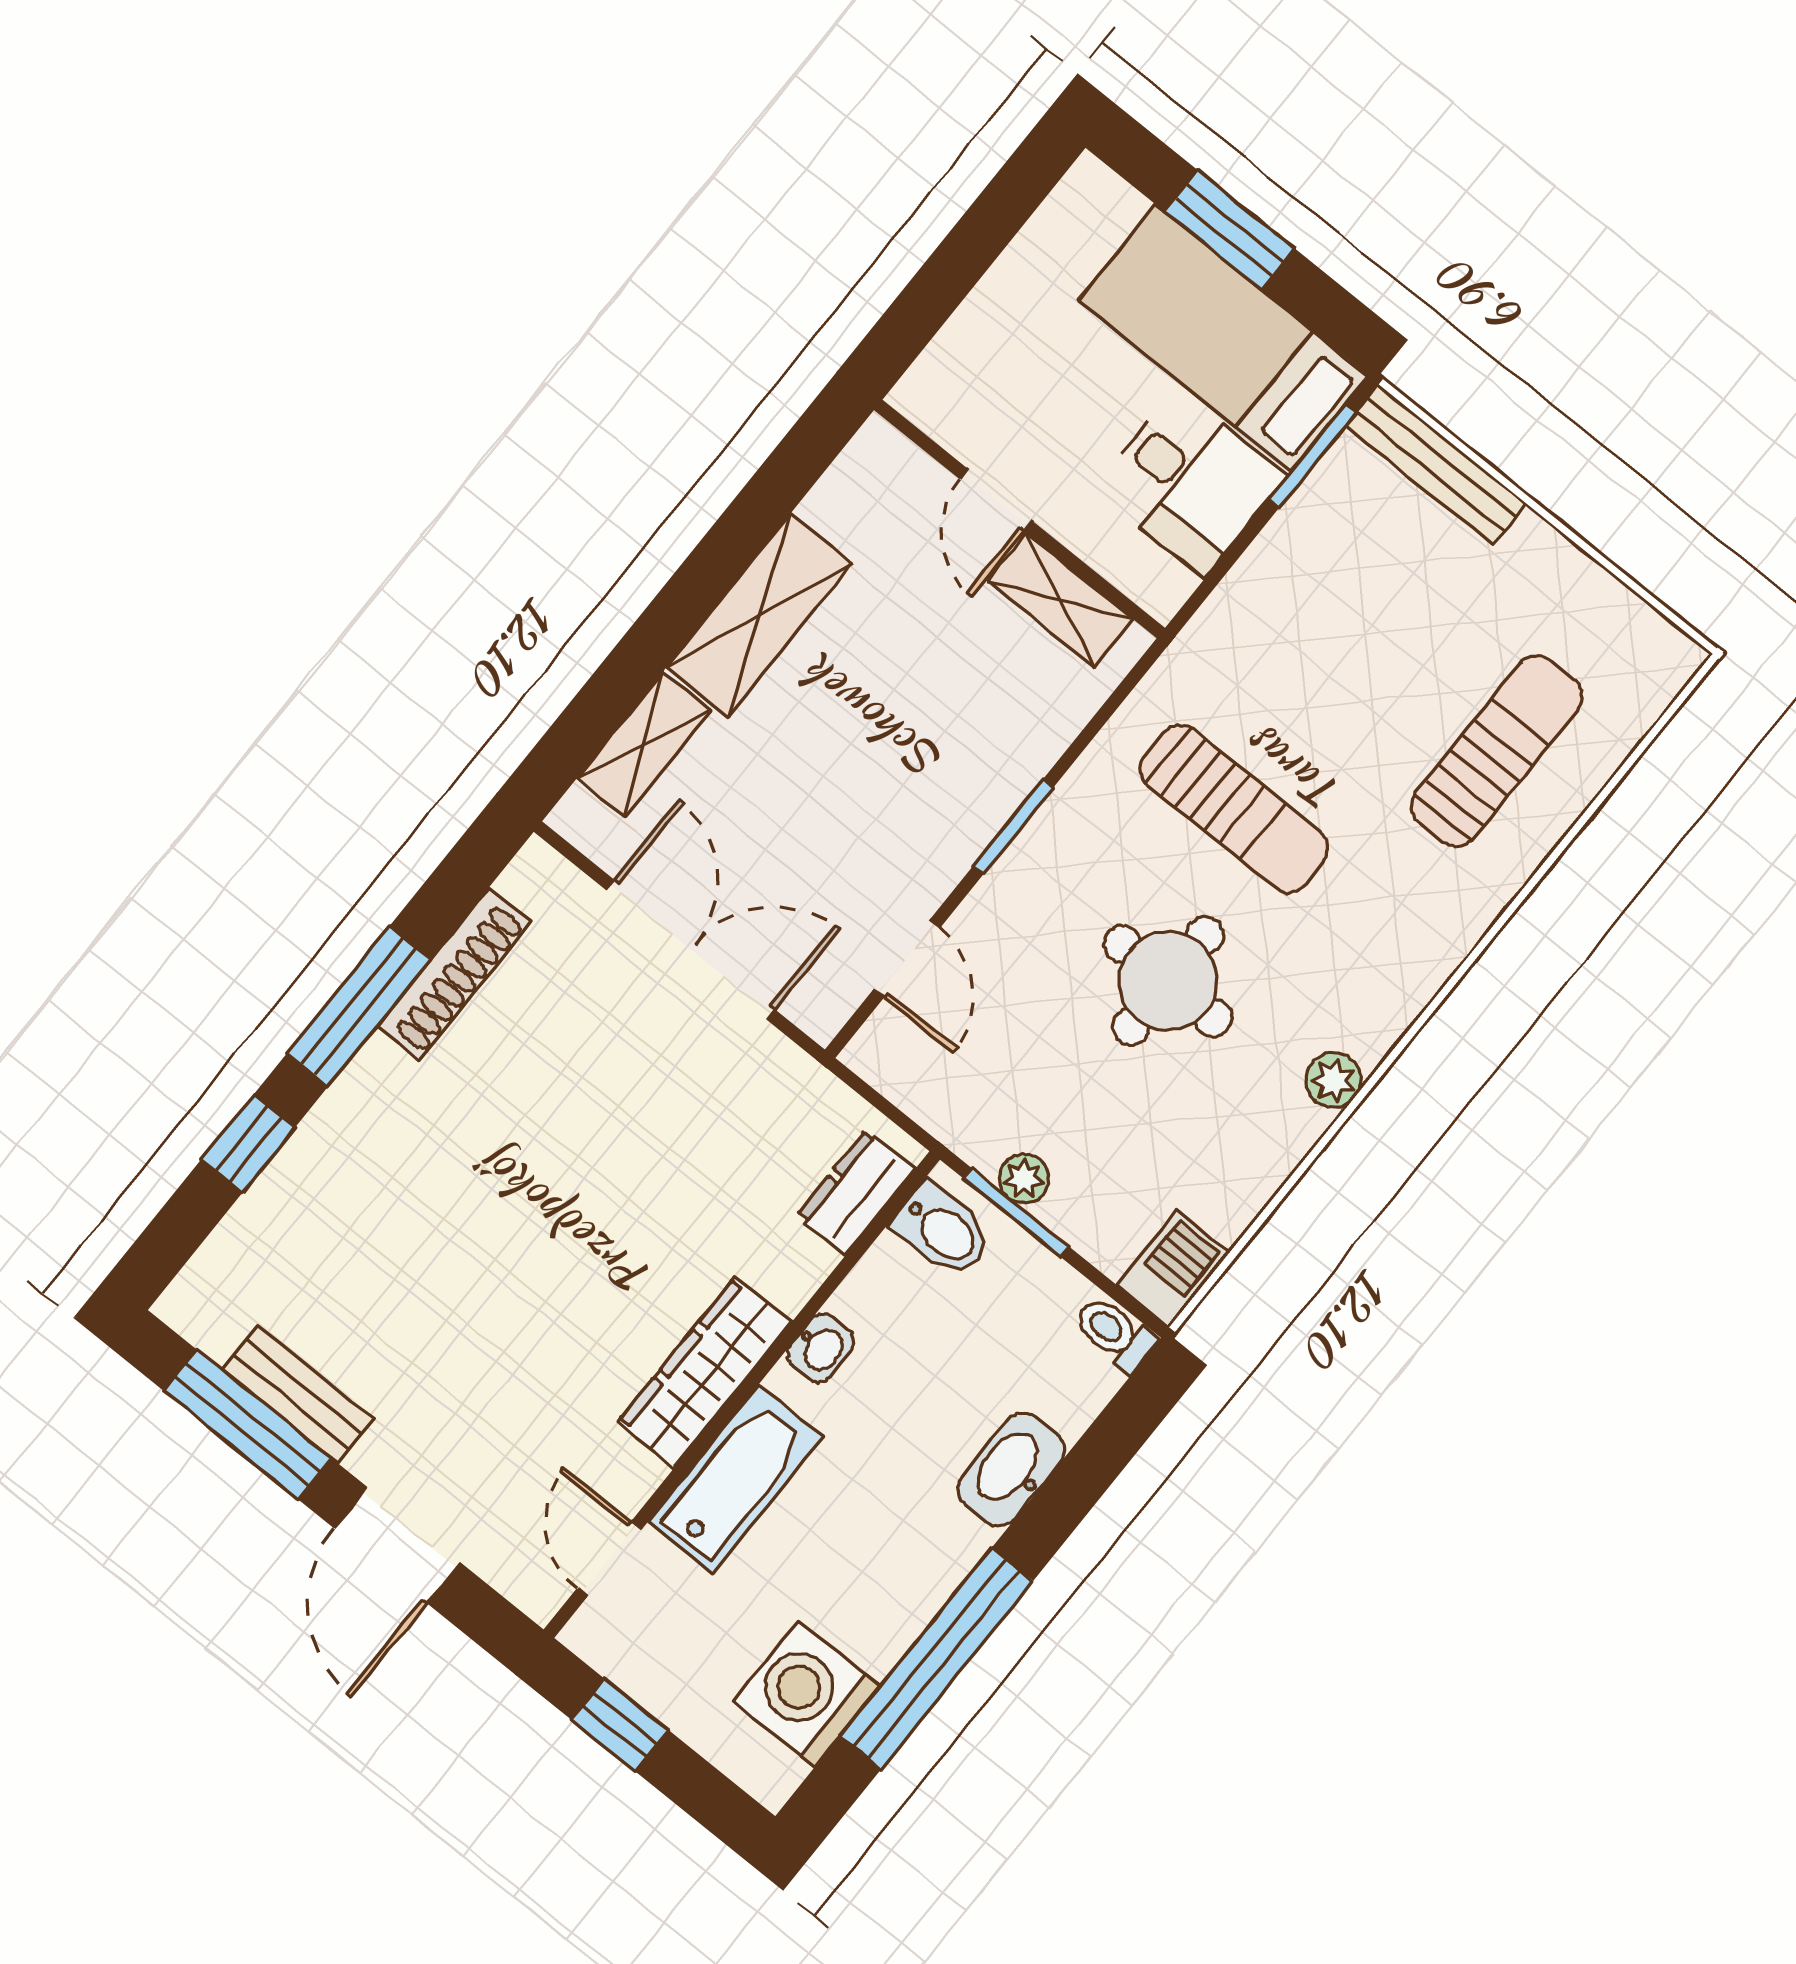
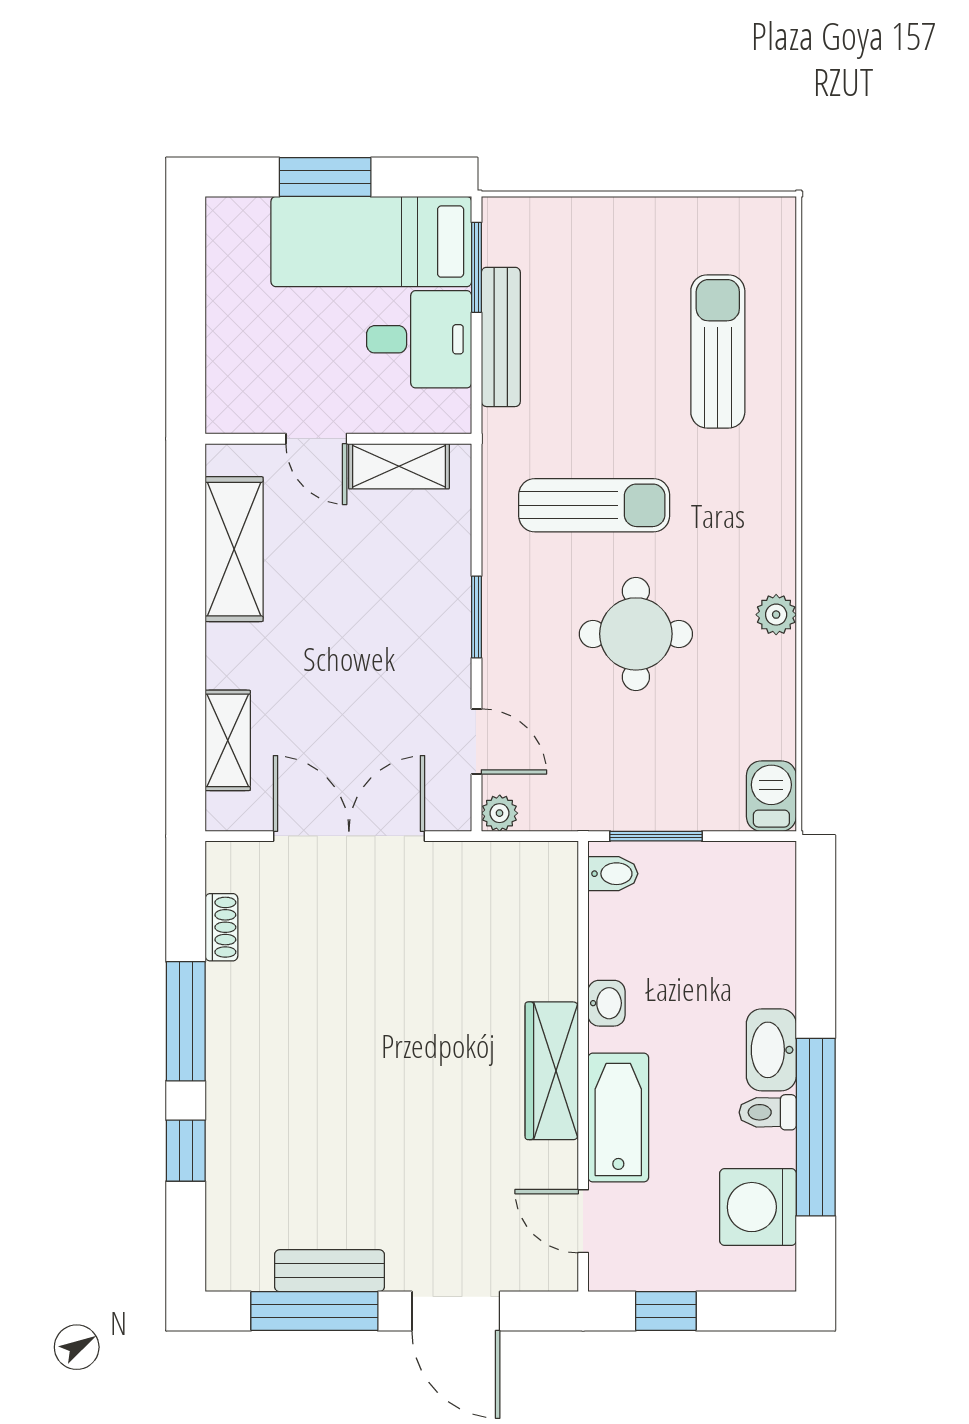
bench: (1436, 464) -> (501, 337), moved, turned 90
shelving: (759, 615) -> (234, 549), moved
shoe rack: (454, 974) -> (221, 927), width x0.51, depth x0.81
plant: (1024, 1179) -> (500, 813), moved
dresser: (856, 1192) -> (555, 898), removed
bidet: (942, 1230) -> (613, 874), width x0.72, depth x0.74
toilet: (1115, 1333) -> (768, 1112), moved
washbasin: (1011, 1470) -> (771, 1050), moved

